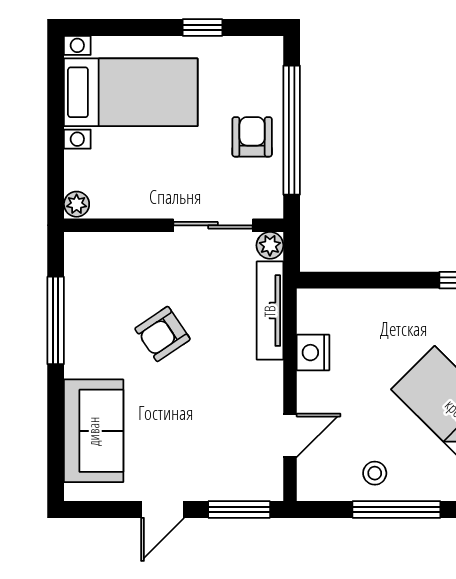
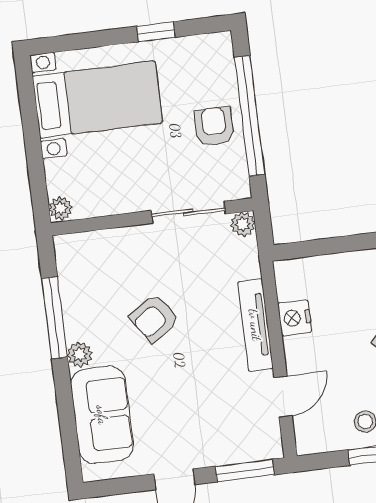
tv unit: (270, 311) -> (255, 325), moved
plant: (78, 363) -> (80, 354), added

